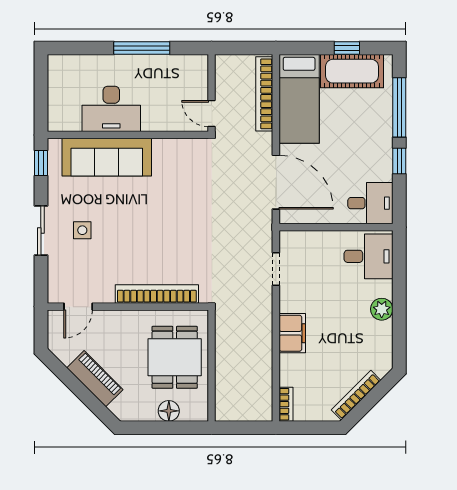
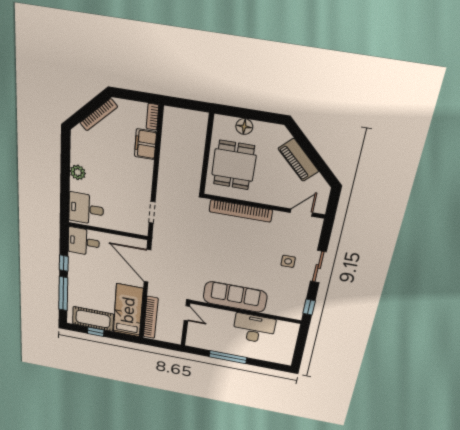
sofa: (107, 157) -> (235, 297), moved
filing cabinet: (292, 333) -> (145, 144), moved

